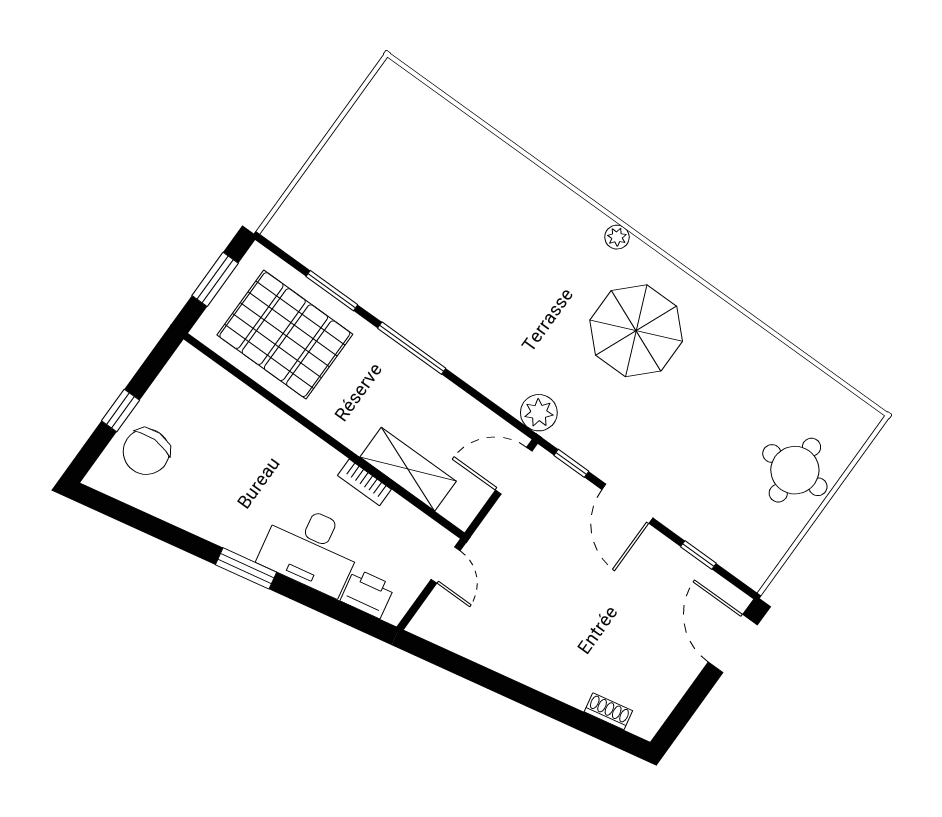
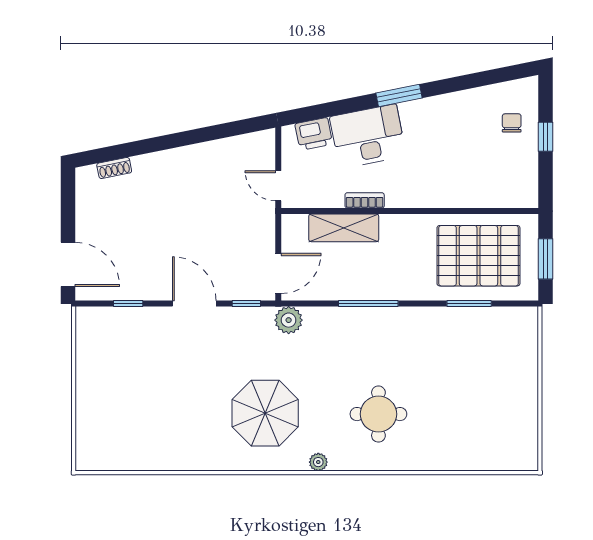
window: (412, 348) -> (368, 303), moved
chair: (146, 452) -> (512, 123), width x0.54, depth x0.54
round table: (795, 470) -> (378, 414), moved

